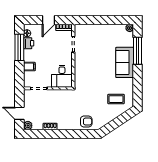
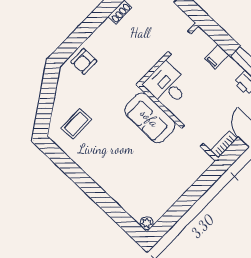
window: (138, 51) -> (110, 206), removed
sofa: (125, 62) -> (150, 118), moved, turned 180

